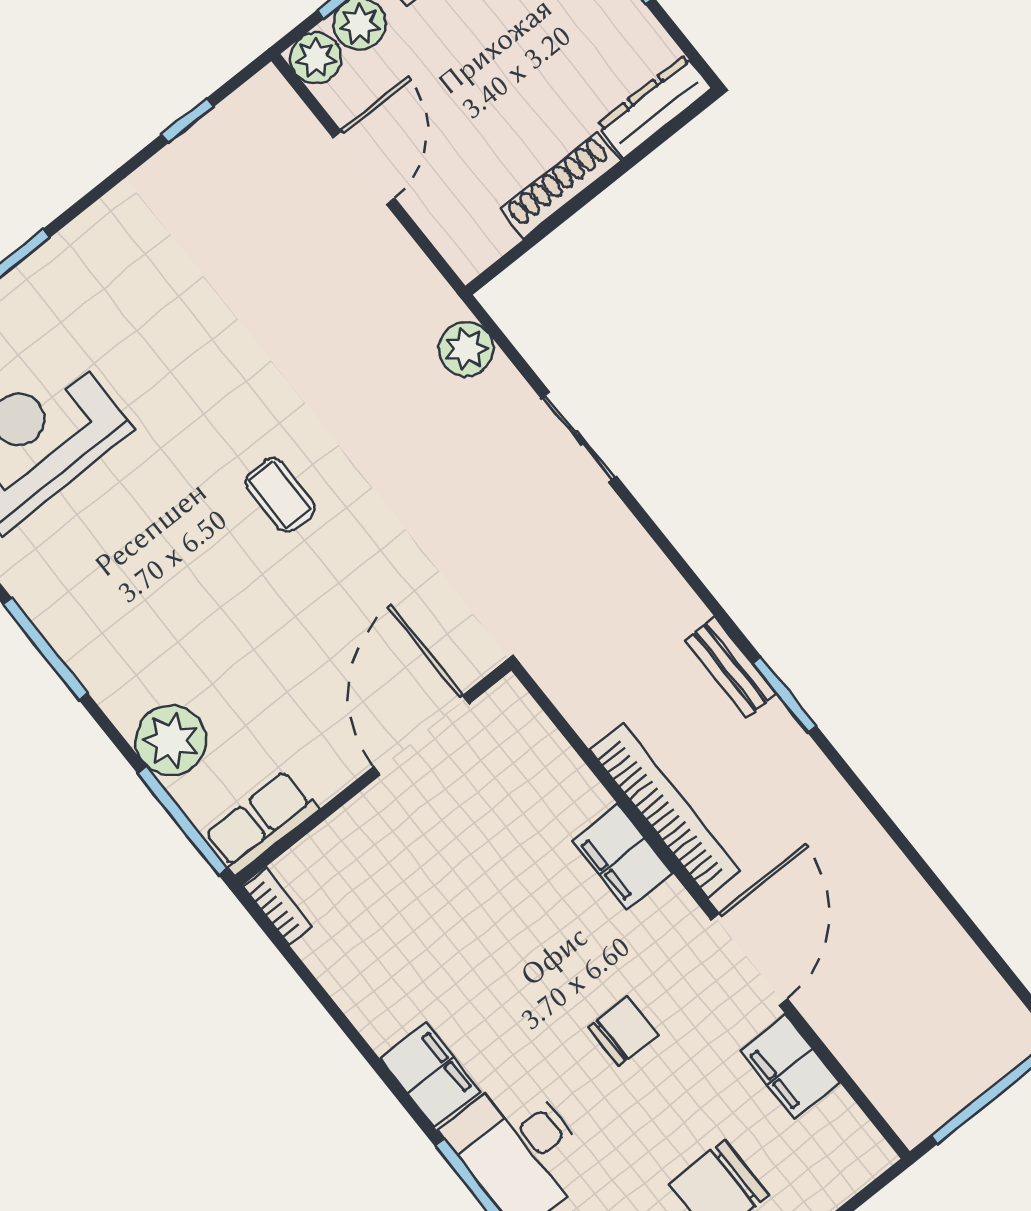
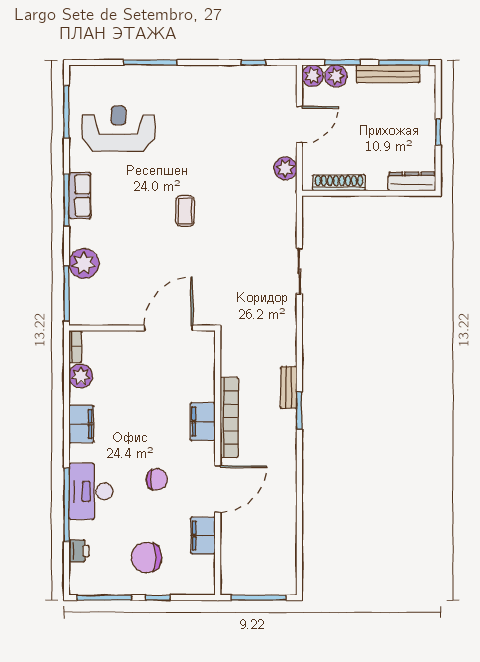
shoe rack: (561, 185) -> (339, 183), moved
plant: (466, 349) -> (285, 168), moved
row of seats: (261, 823) -> (80, 196), moved, turned 90
plant: (331, 952) -> (81, 376), added
filing cabinet: (430, 1075) -> (81, 424), moved

